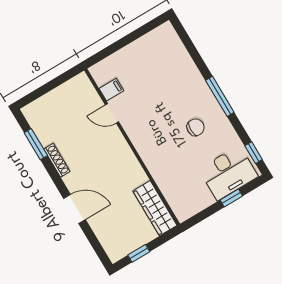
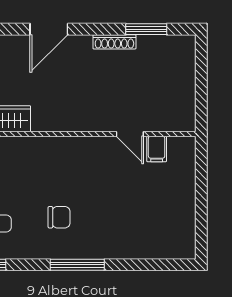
door: (112, 113) -> (130, 134), swing flipped
chair: (195, 127) -> (59, 217), turned -90

